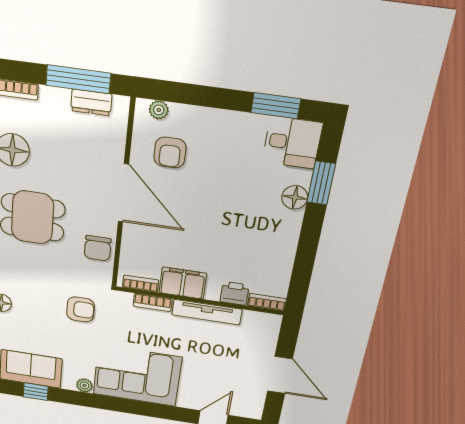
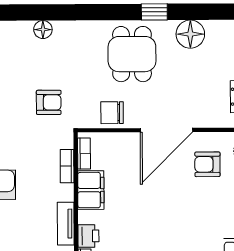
armchair: (80, 309) -> (49, 102), turned -90
tv unit: (207, 312) -> (66, 224), width x0.71

